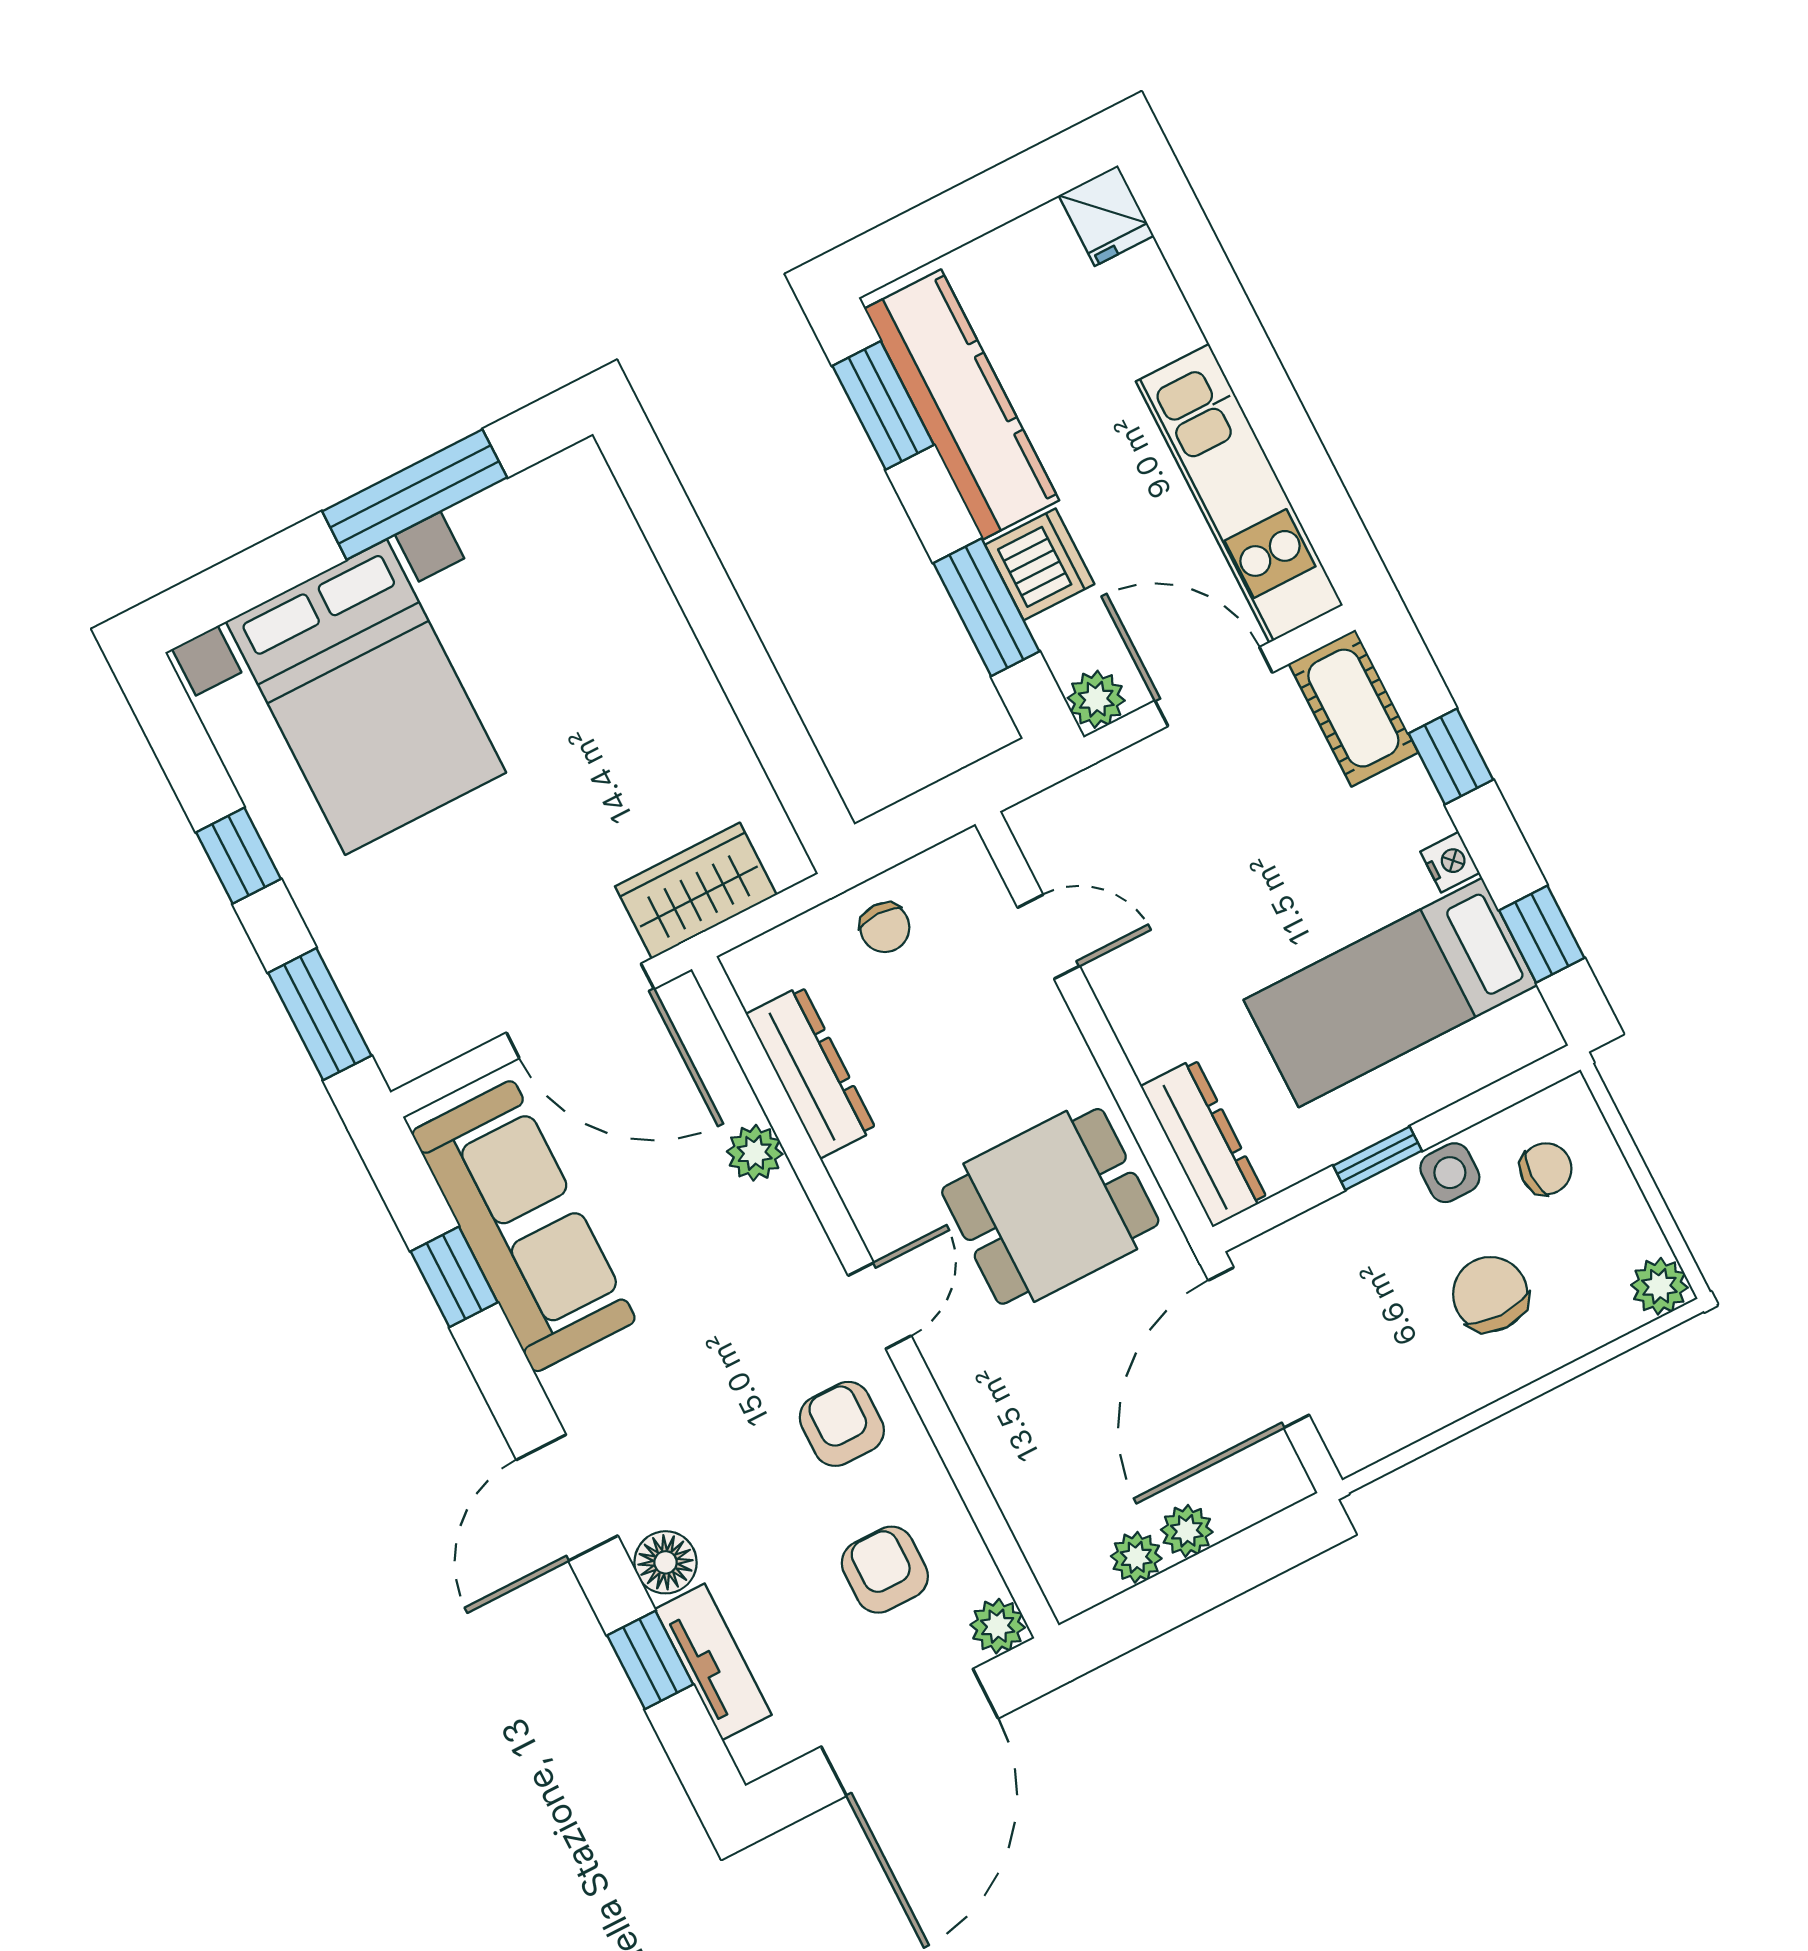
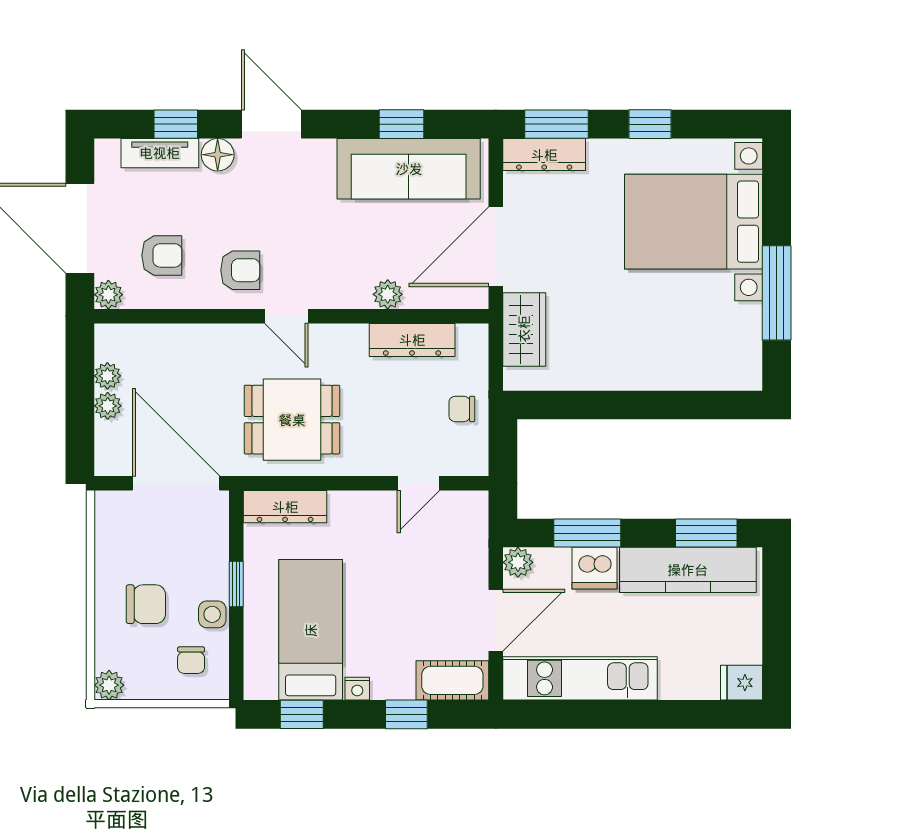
dresser: (382, 1009) -> (544, 155), added
dining table: (1050, 1206) -> (292, 420), turned 90

